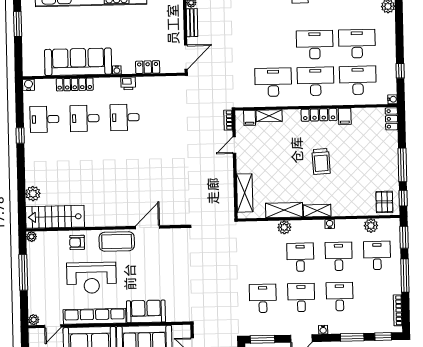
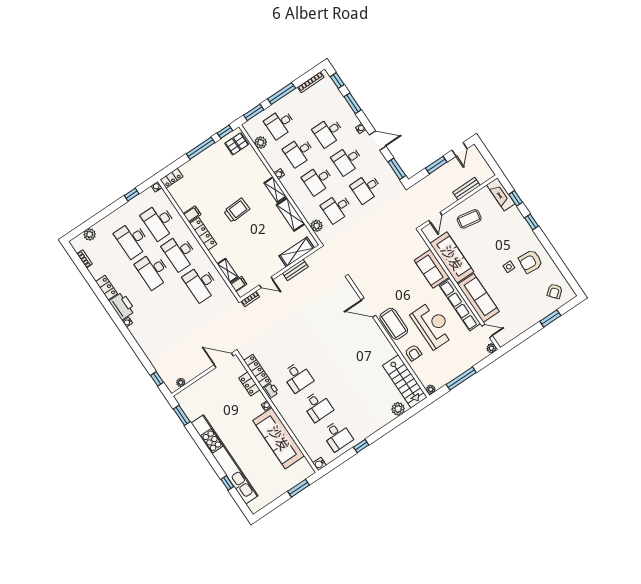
bench: (192, 23) -> (295, 270), moved
window: (18, 24) -> (298, 488), moved
locker: (75, 84) -> (257, 371), moved
plant: (284, 227) -> (317, 226), moved
desk: (262, 258) -> (337, 208), added

